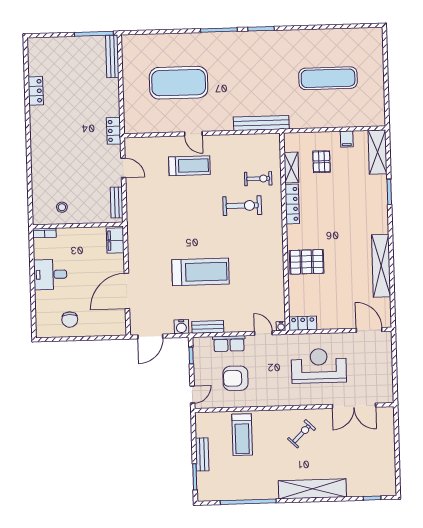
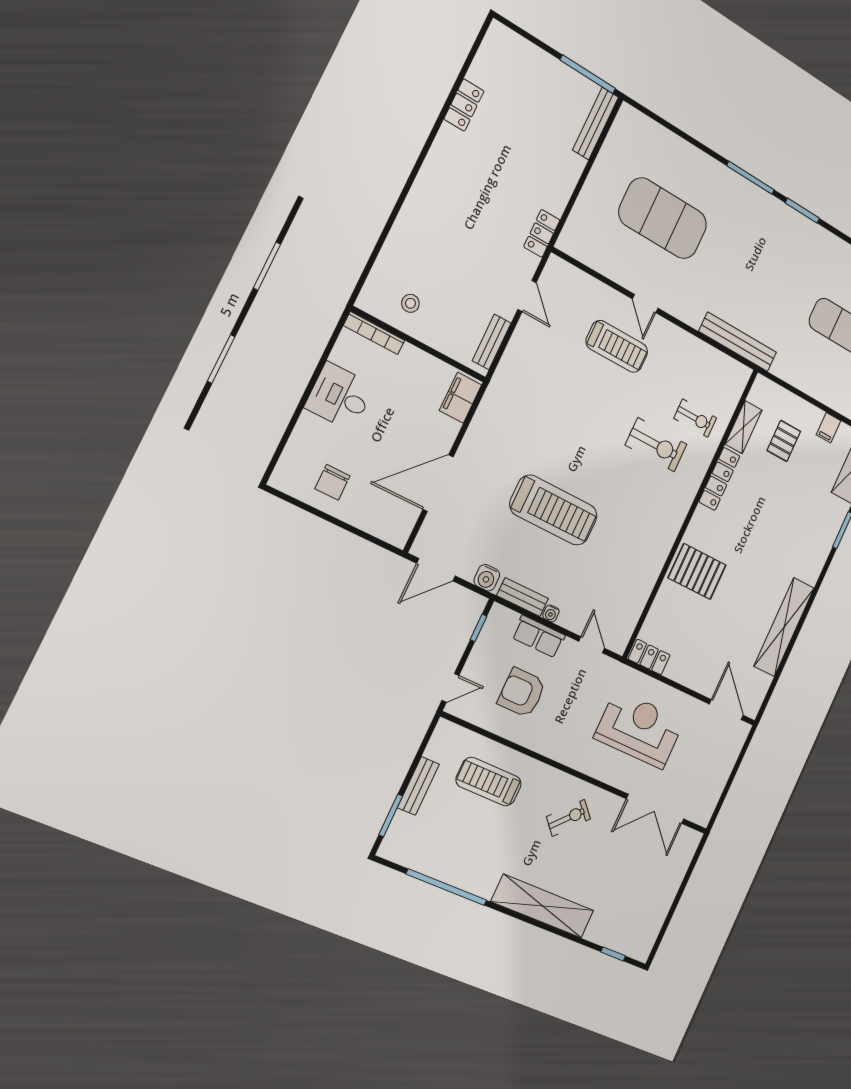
bookcase: (44, 233) -> (374, 333), width x1.56
water cooler: (281, 326) -> (551, 613), moved
treadmill: (242, 435) -> (489, 782), turned 90

